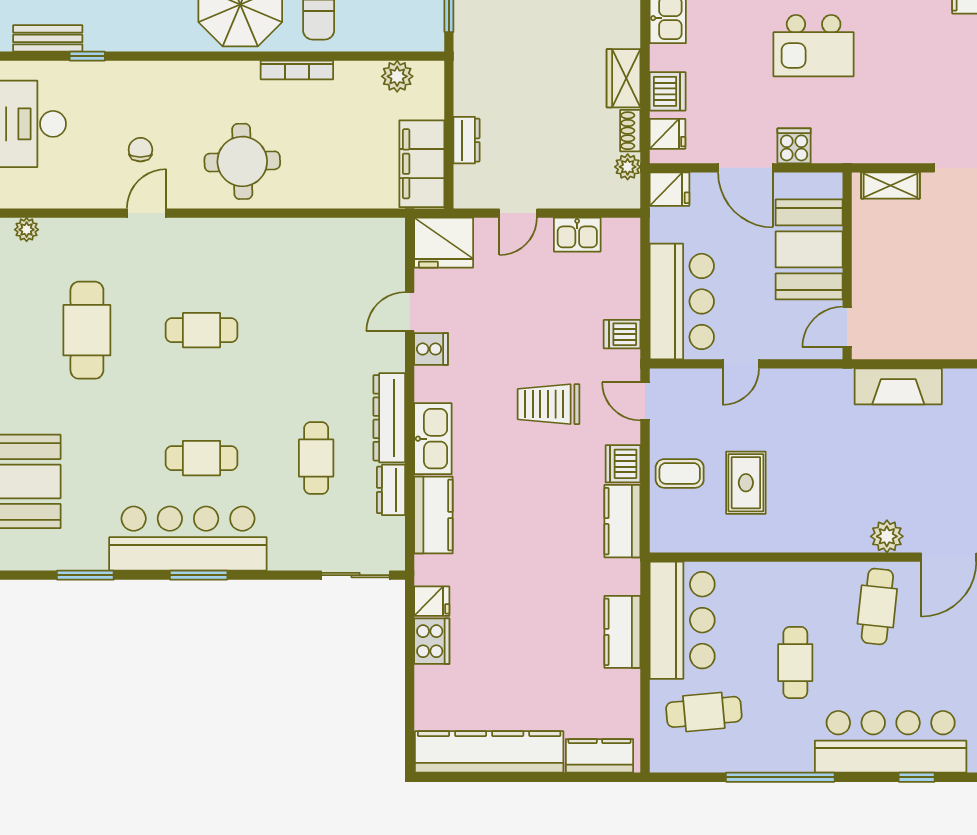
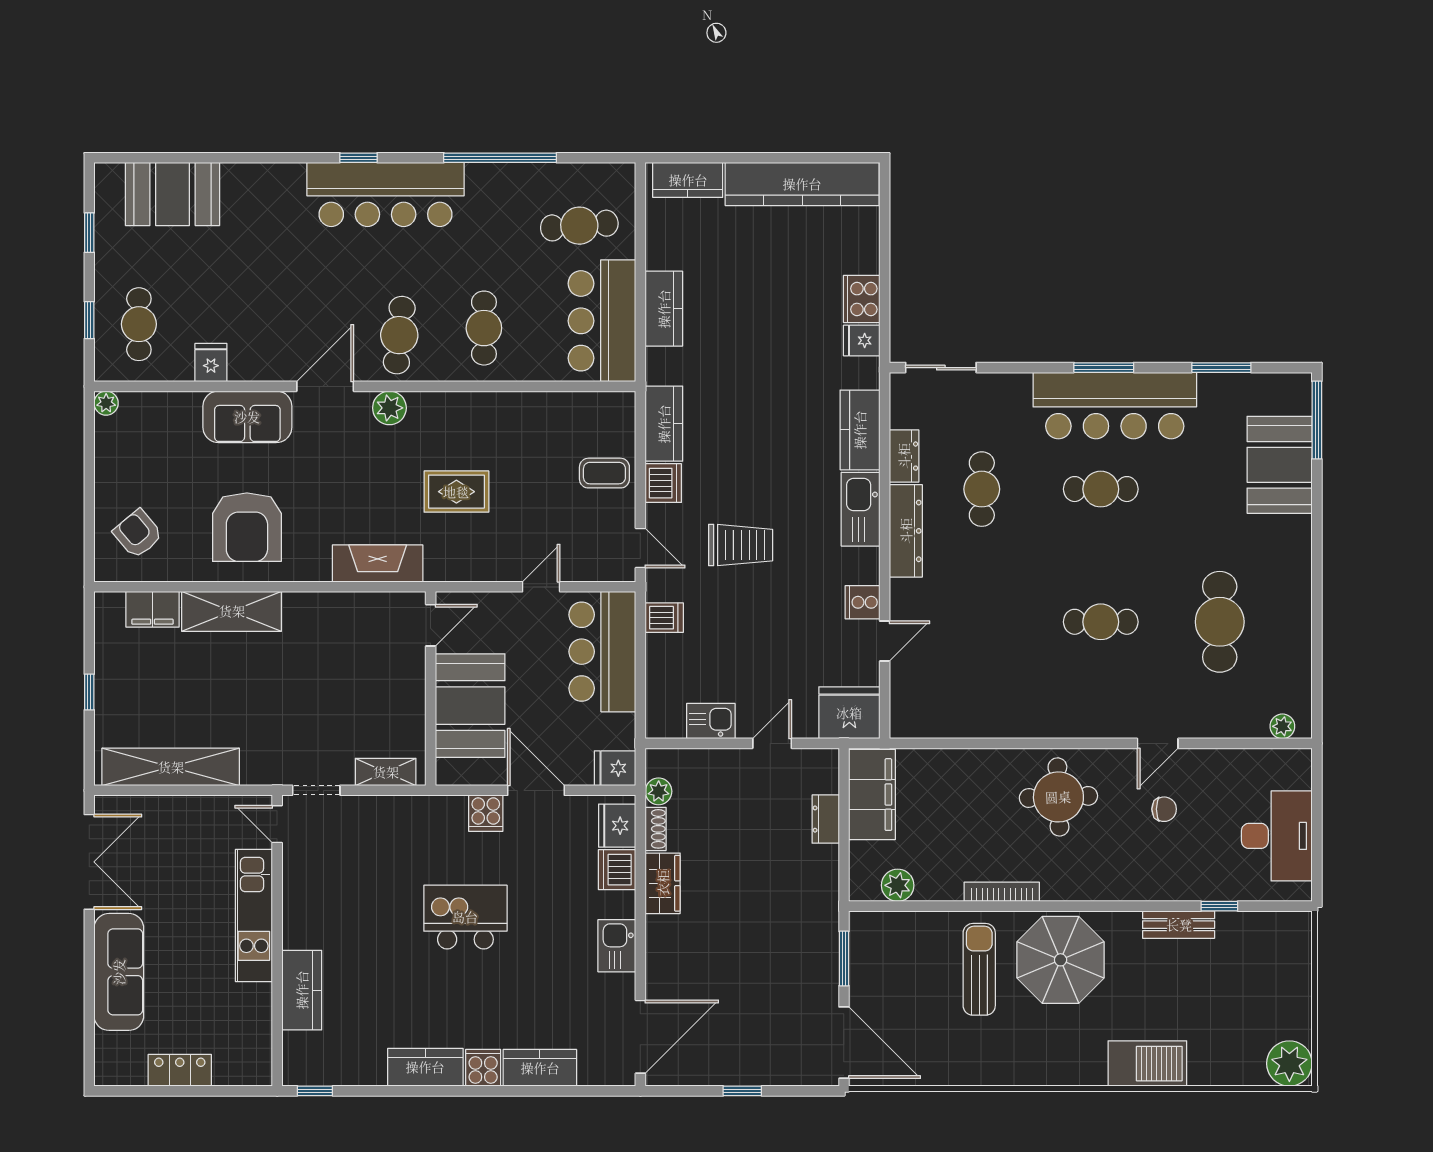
bench: (48, 38) -> (1179, 925), moved
fridge: (667, 134) -> (617, 826), width x1.38
chair: (140, 150) -> (1164, 809), turned -90
rug: (746, 483) -> (456, 492), moved, turned 90
cafe table: (795, 663) -> (484, 328), moved

